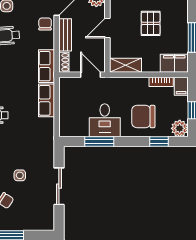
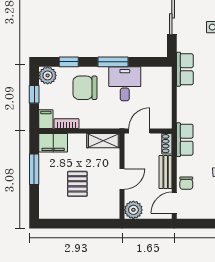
door: (91, 75) -> (139, 131), swing flipped
row of seats: (46, 100) -> (185, 69), moved
chair: (143, 116) -> (85, 88), turned 180
window: (99, 142) -> (113, 62), moved

